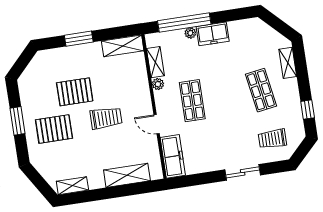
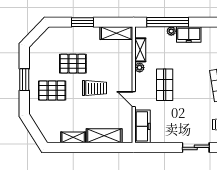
shelving: (72, 186) -> (73, 137), moved

